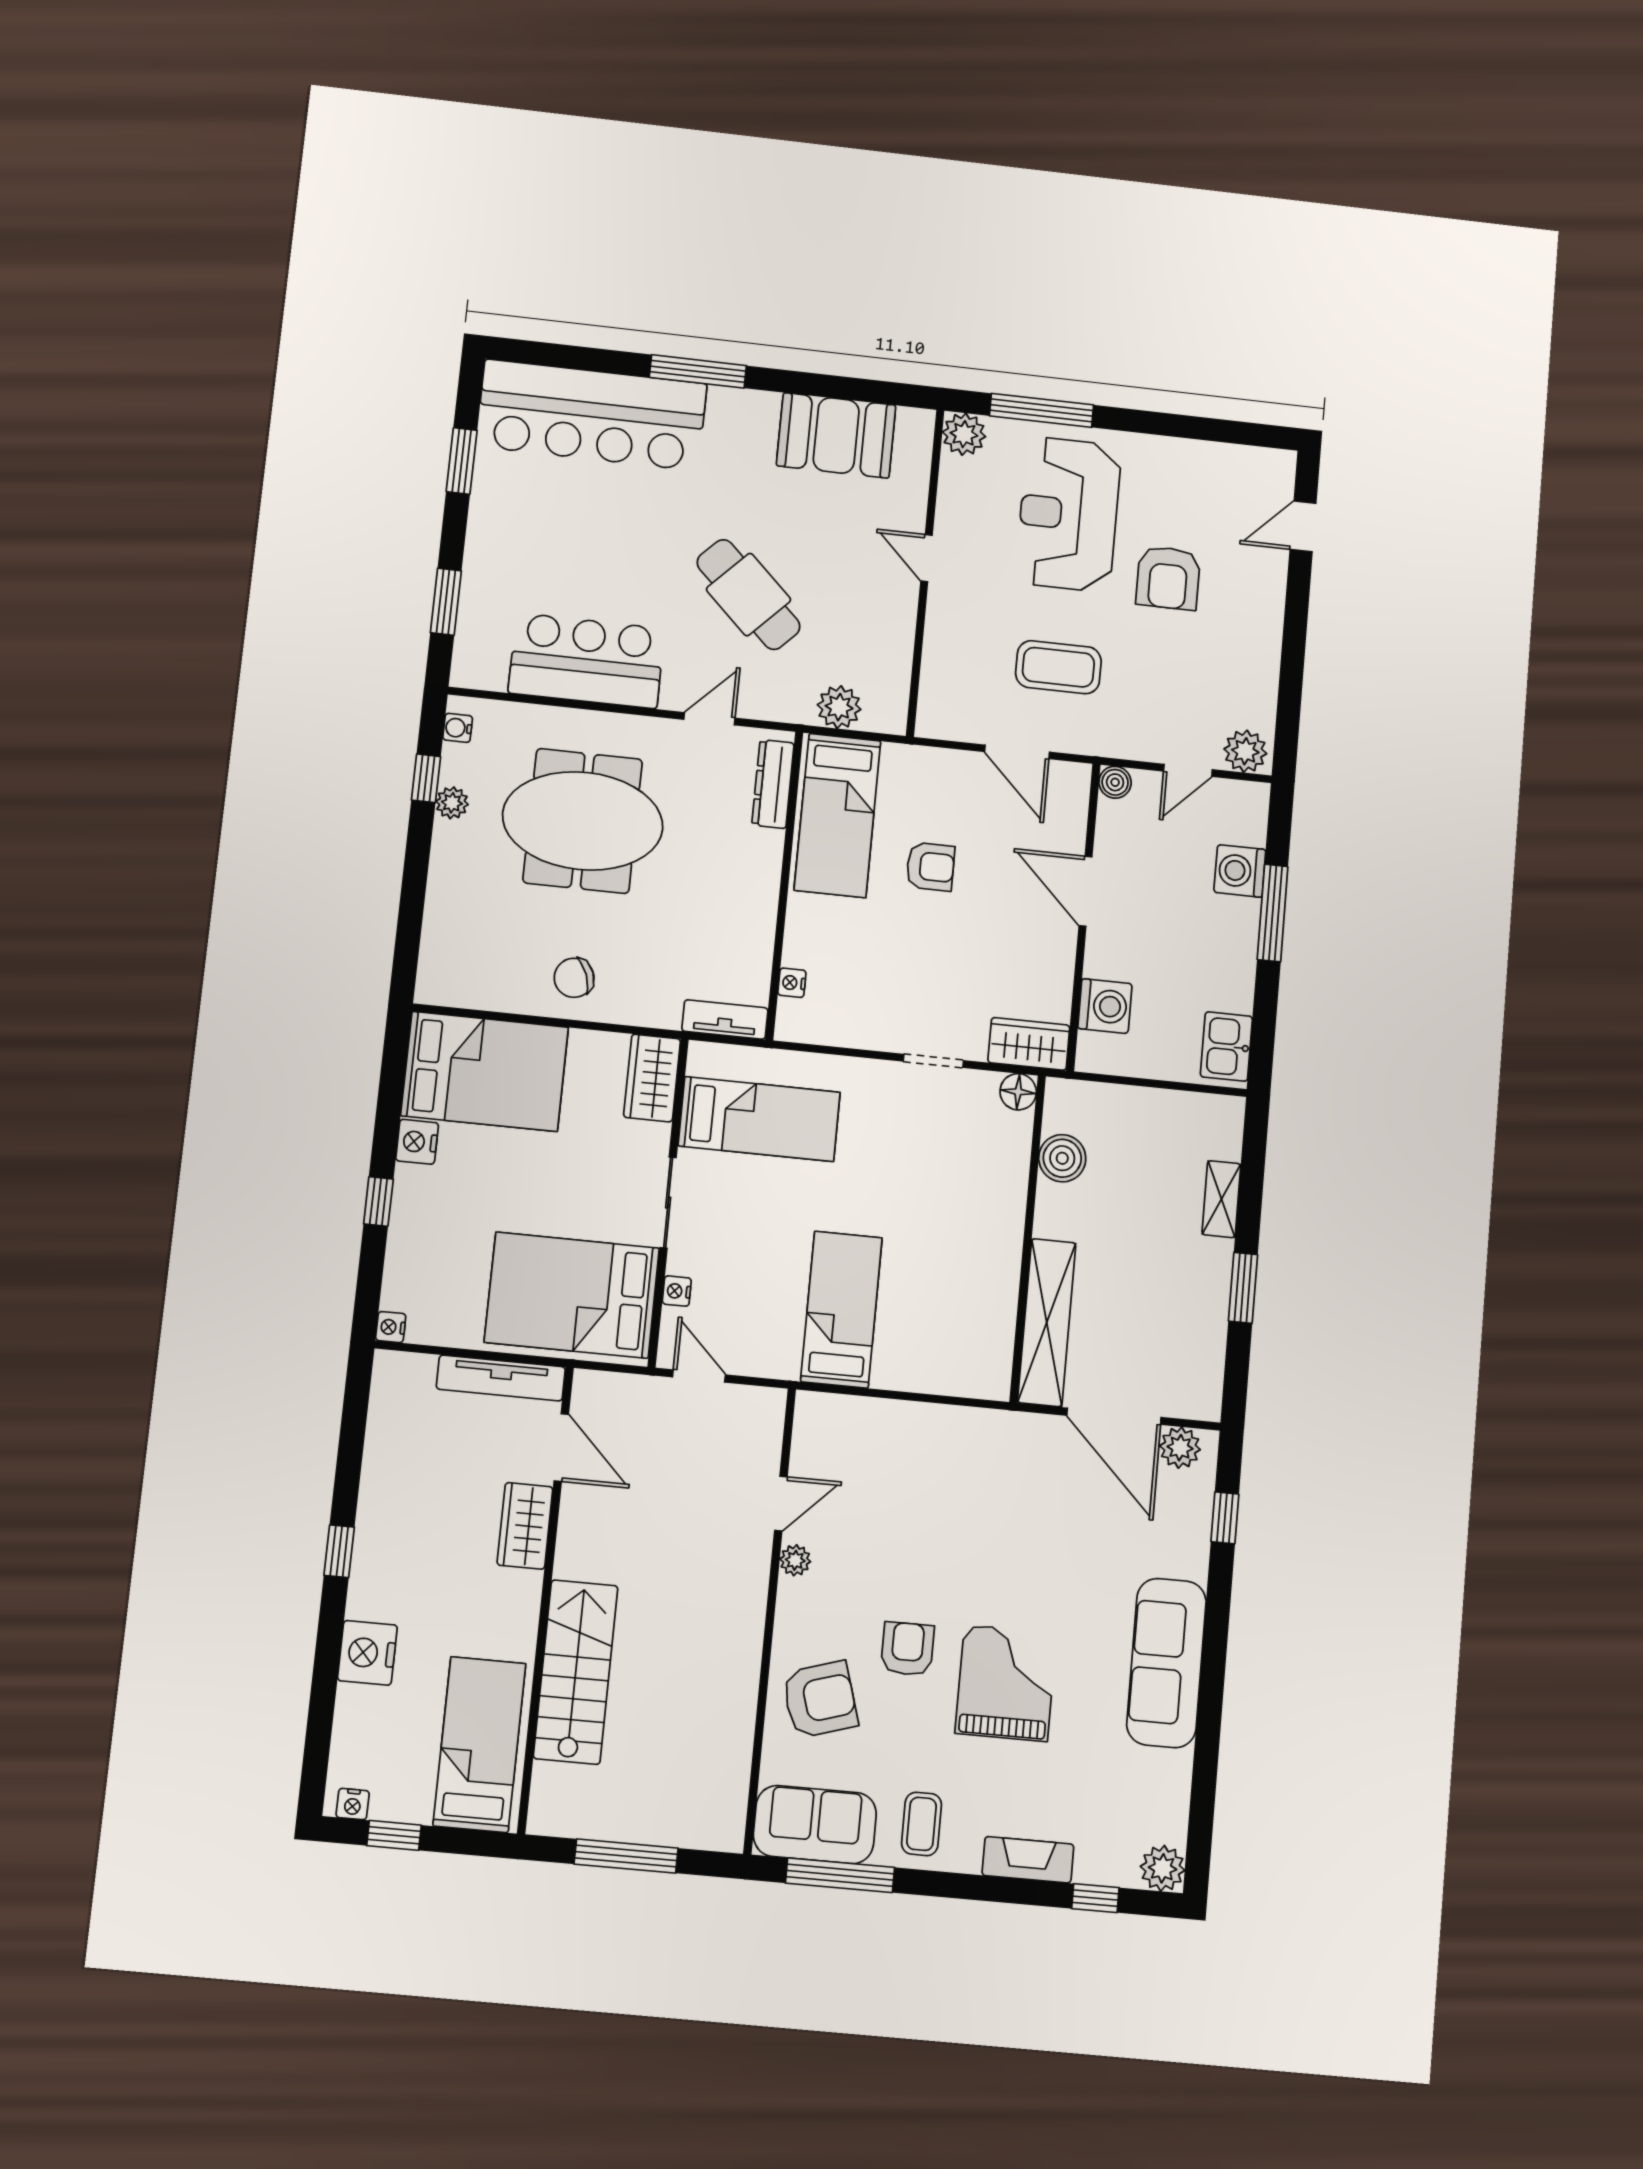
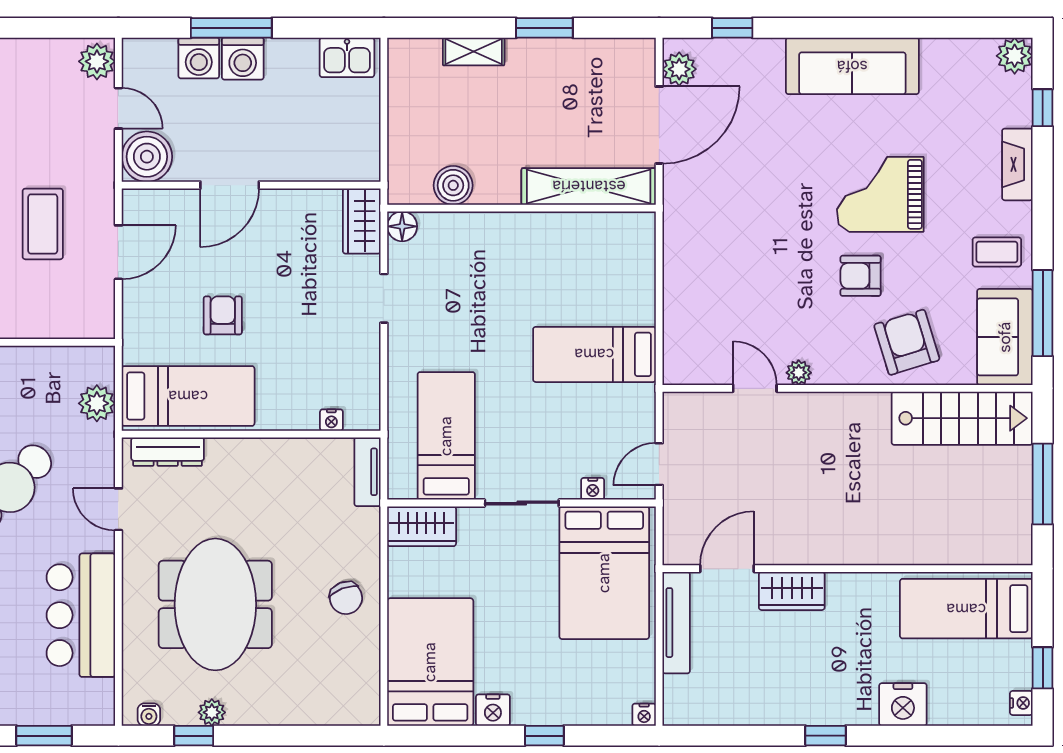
boiler: (1115, 782) -> (147, 157), width x1.86, depth x1.86
washing machine: (1105, 1006) -> (243, 59), moved, turned 180
stairs: (576, 1672) -> (962, 418), moved, turned 180

